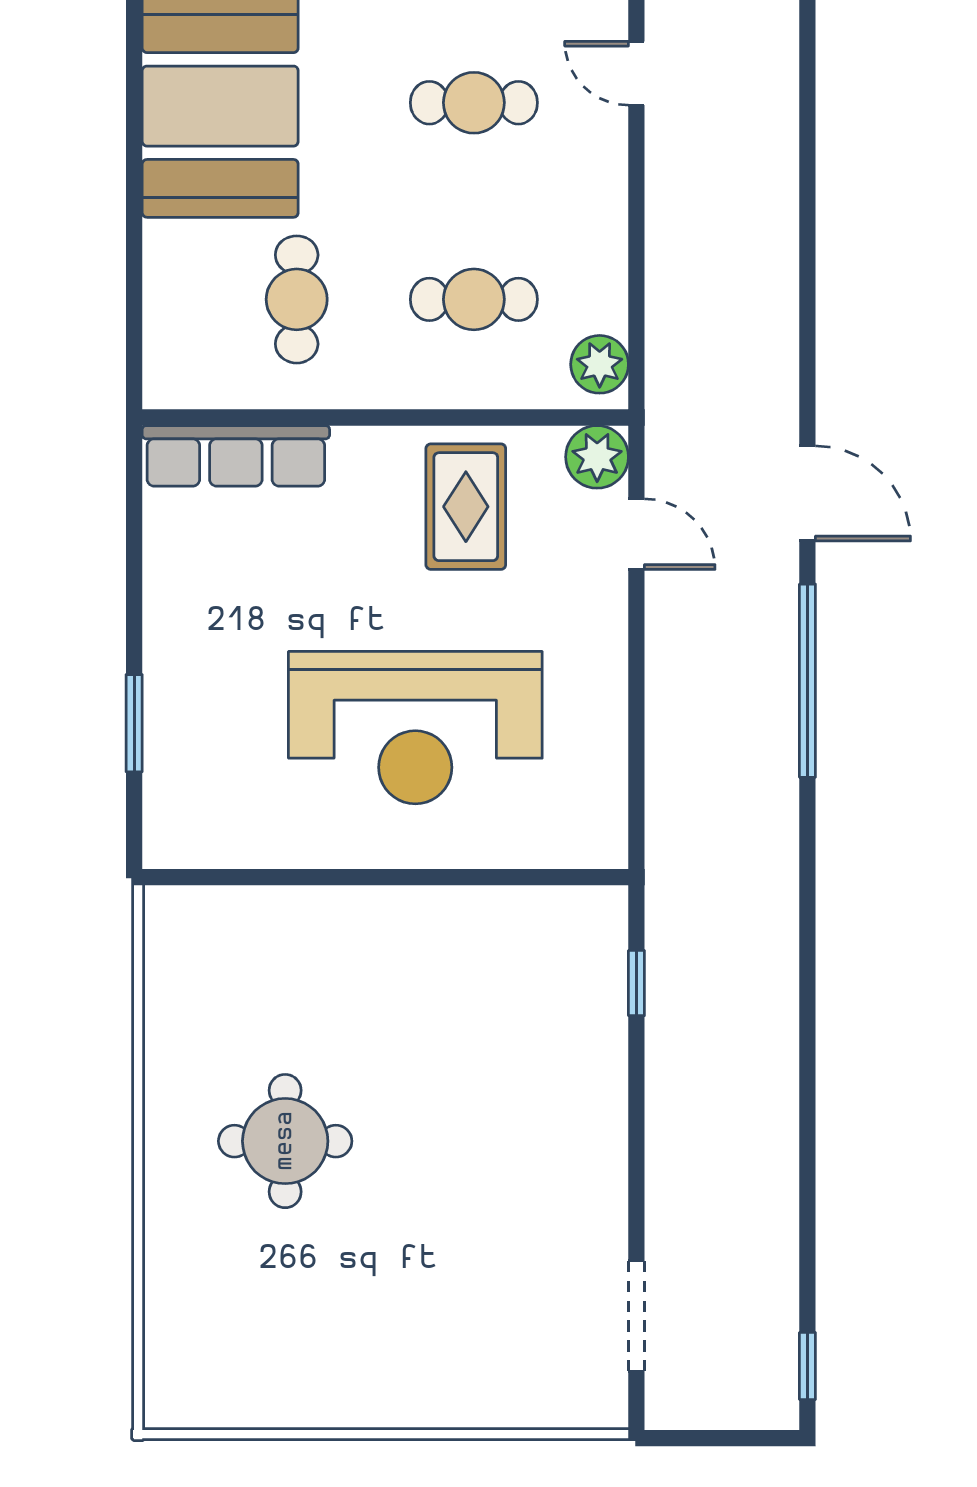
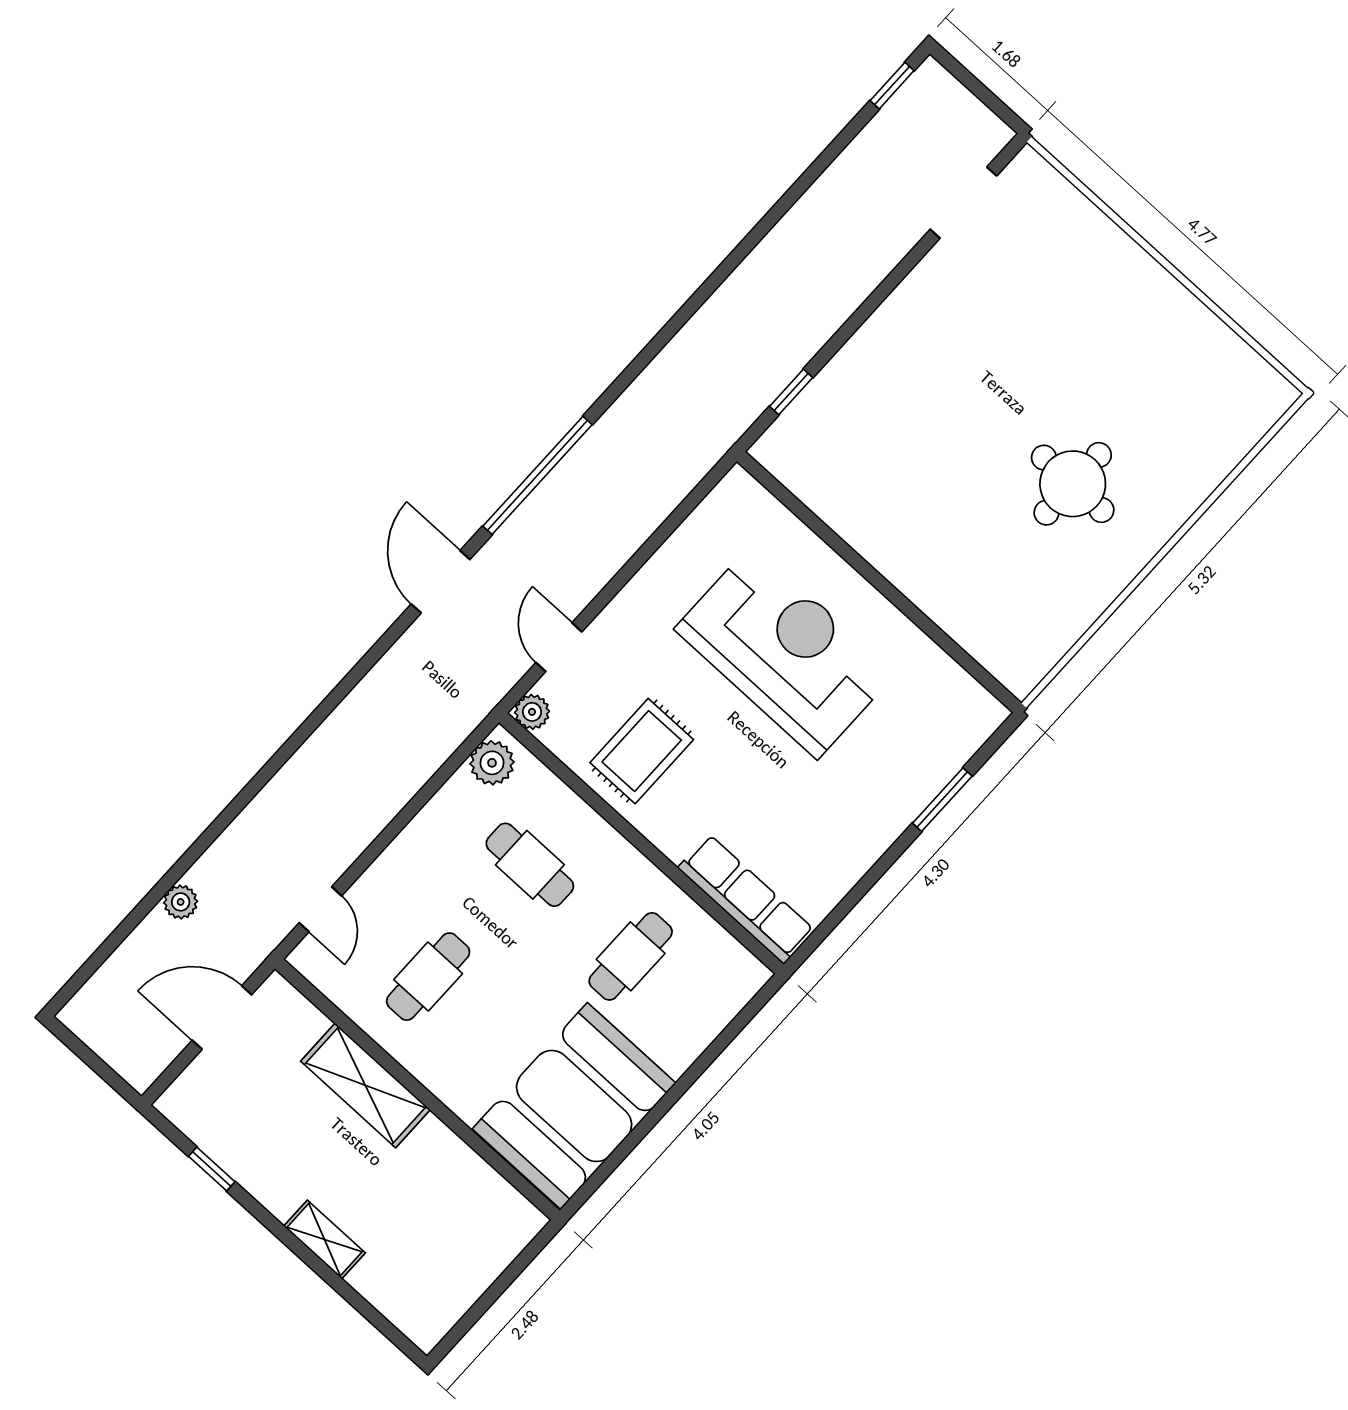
cafe table: (474, 103) -> (428, 977), turned 90
plant: (597, 457) -> (532, 712), width x0.73, depth x0.73

